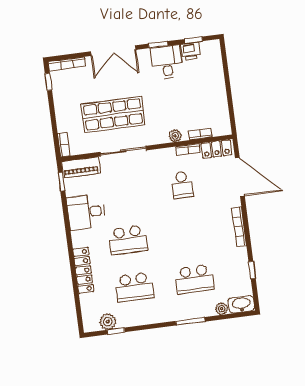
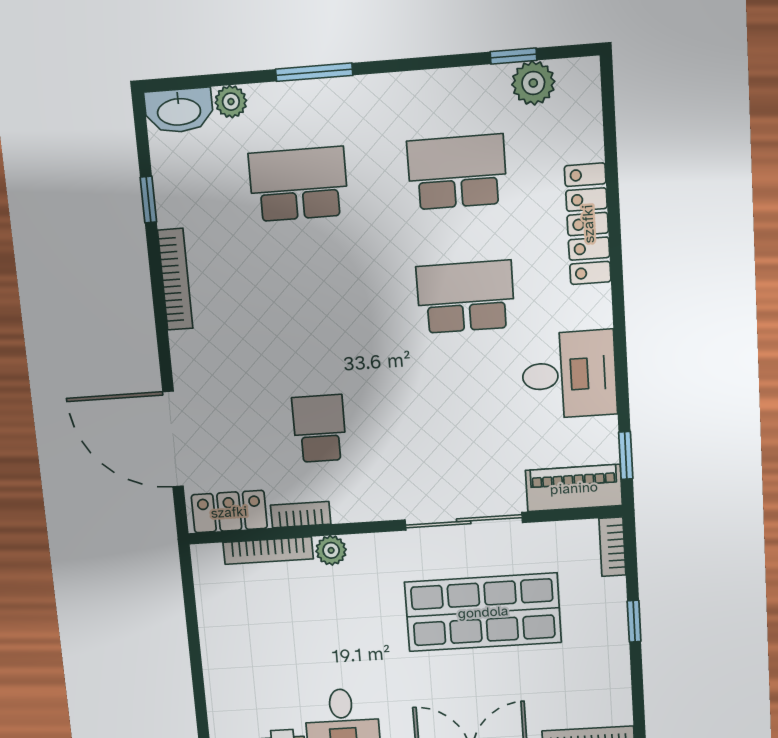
window: (48, 82) -> (634, 621), moved
bookcase: (200, 134) -> (268, 551), width x1.56
bookcase: (239, 227) -> (175, 279), moved

